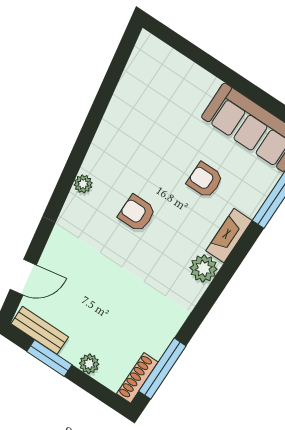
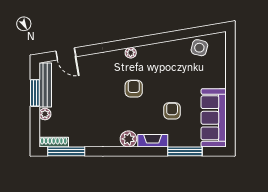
side table: (141, 81) -> (199, 48), added
bench: (40, 330) -> (45, 85), width x1.36

